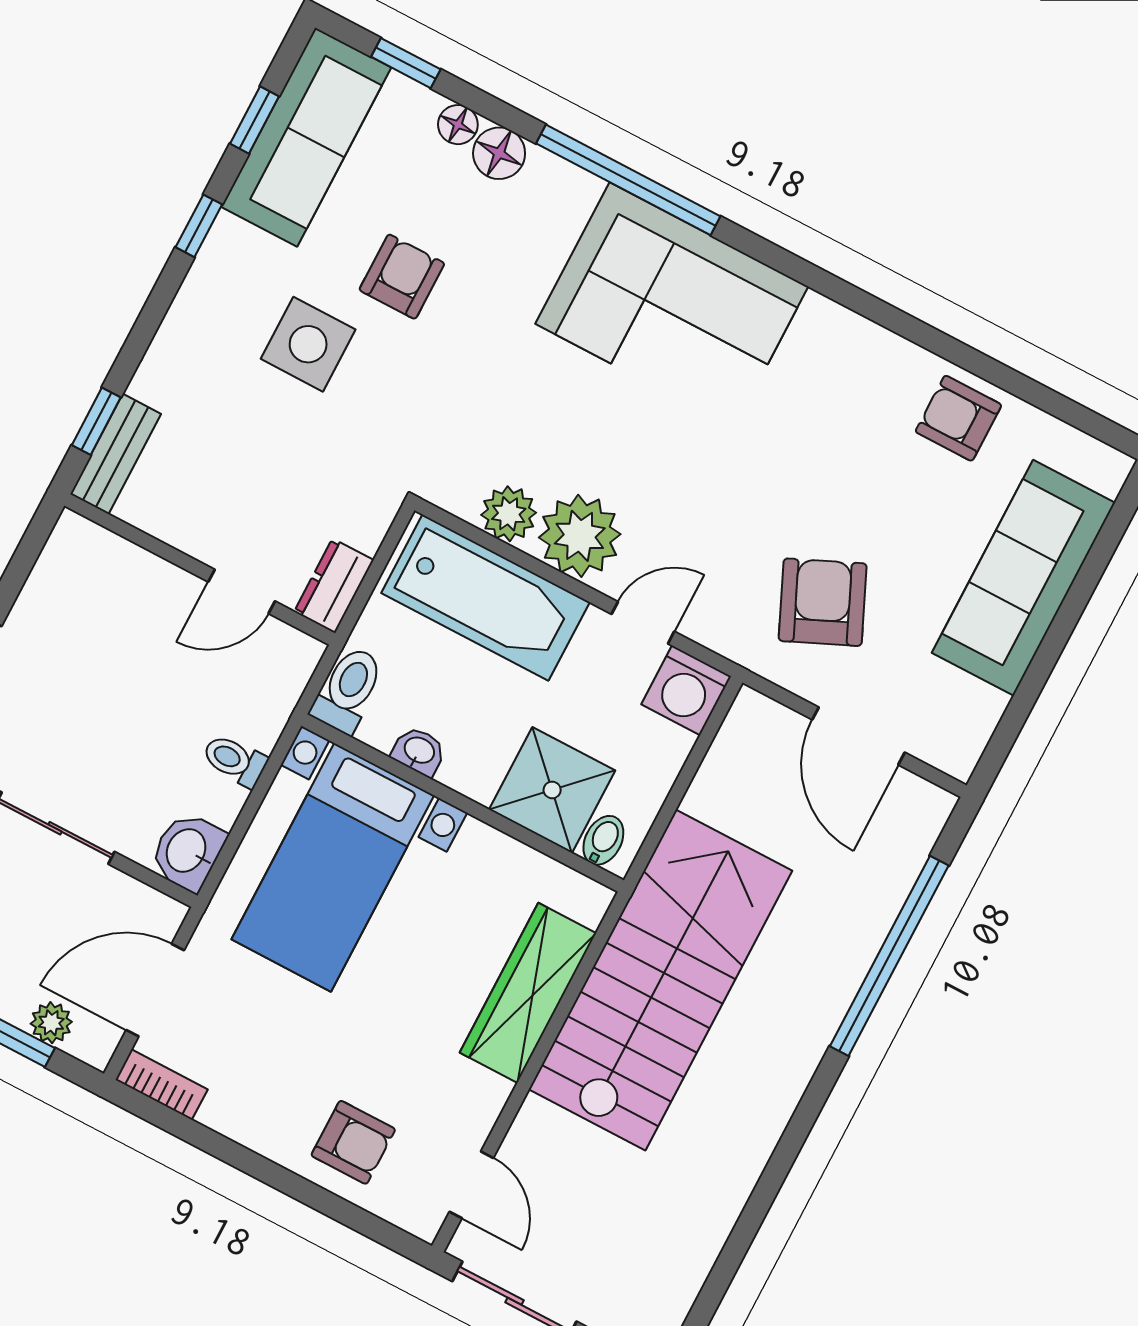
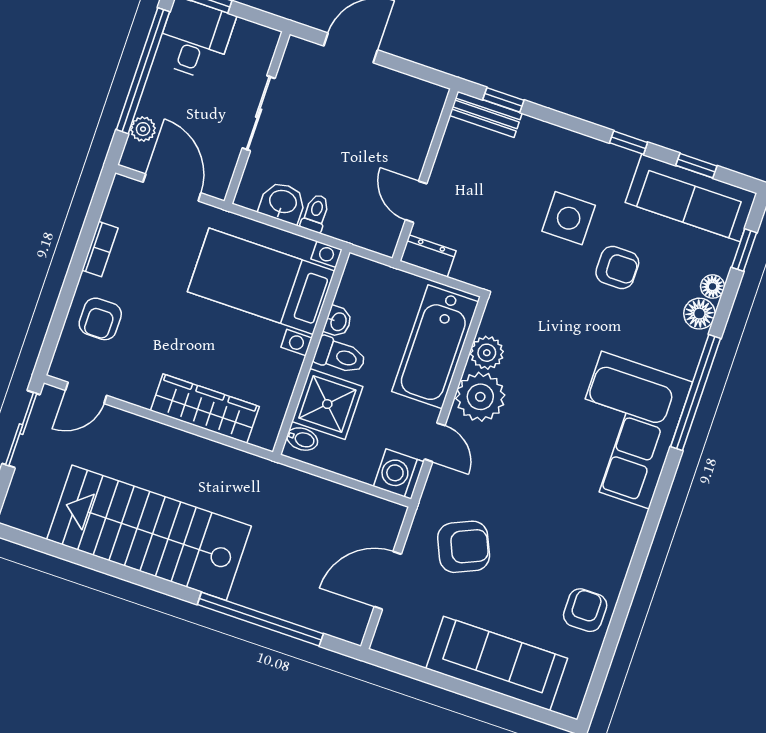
toilet: (348, 690) -> (340, 356), moved
washbasin: (188, 851) -> (283, 203), moved
stairs: (661, 980) -> (149, 533), moved, turned 180
bookcase: (162, 1085) -> (100, 249), moved

